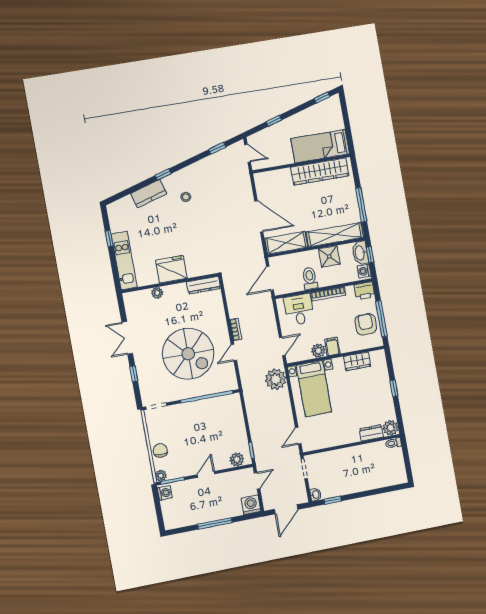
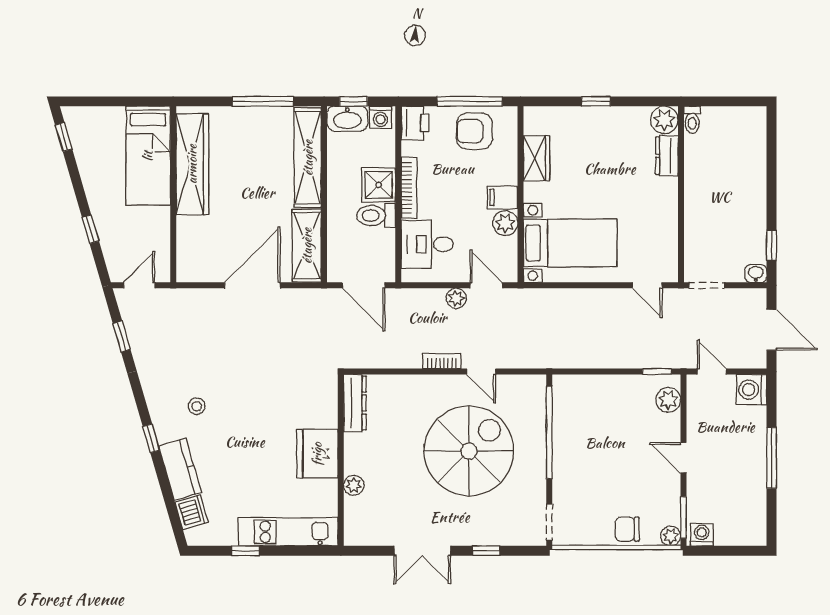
dishwasher: (125, 204) -> (192, 512), added
shower: (329, 256) -> (379, 185), moved
plant: (276, 379) -> (456, 298), moved, width x0.53, depth x0.53

